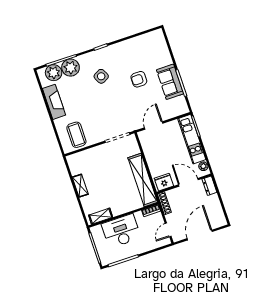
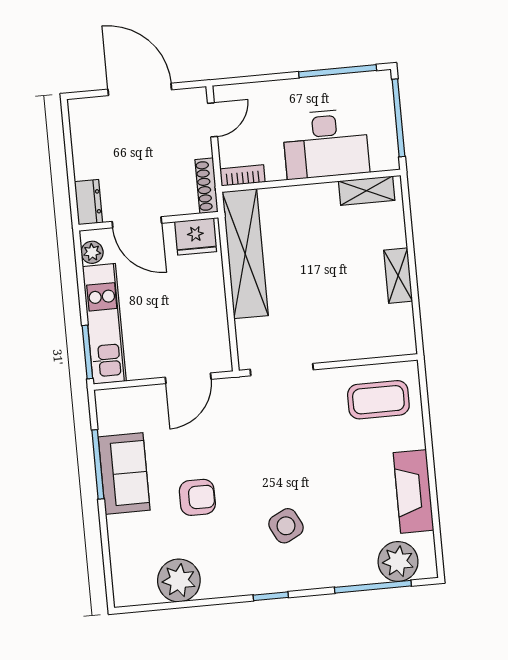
plant: (71, 68) -> (179, 580), moved
coffee table: (76, 135) -> (378, 400), turned 90
door: (200, 235) -> (140, 89), swing flipped

